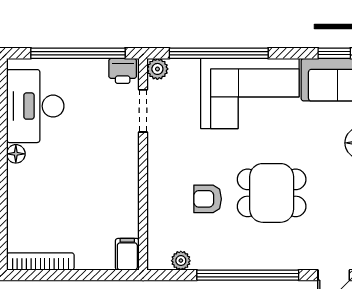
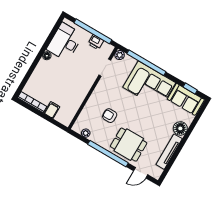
printer: (123, 71) -> (96, 42), moved
dining table: (272, 193) -> (129, 145), moved
filing cabinet: (127, 254) -> (52, 110), moved

